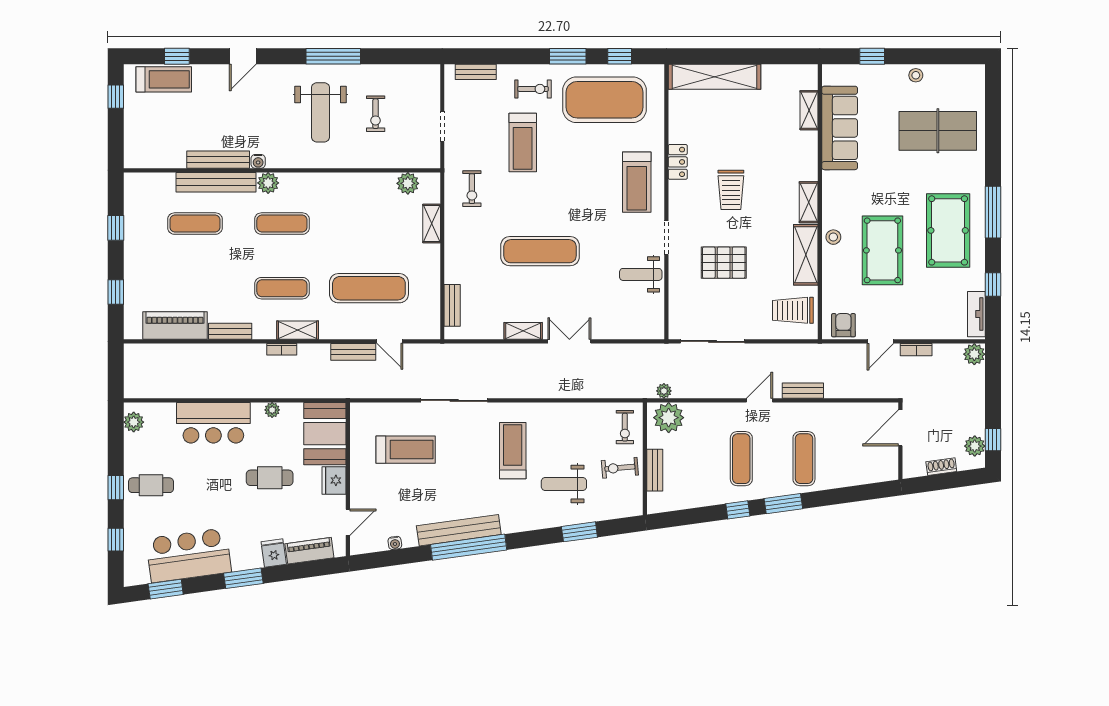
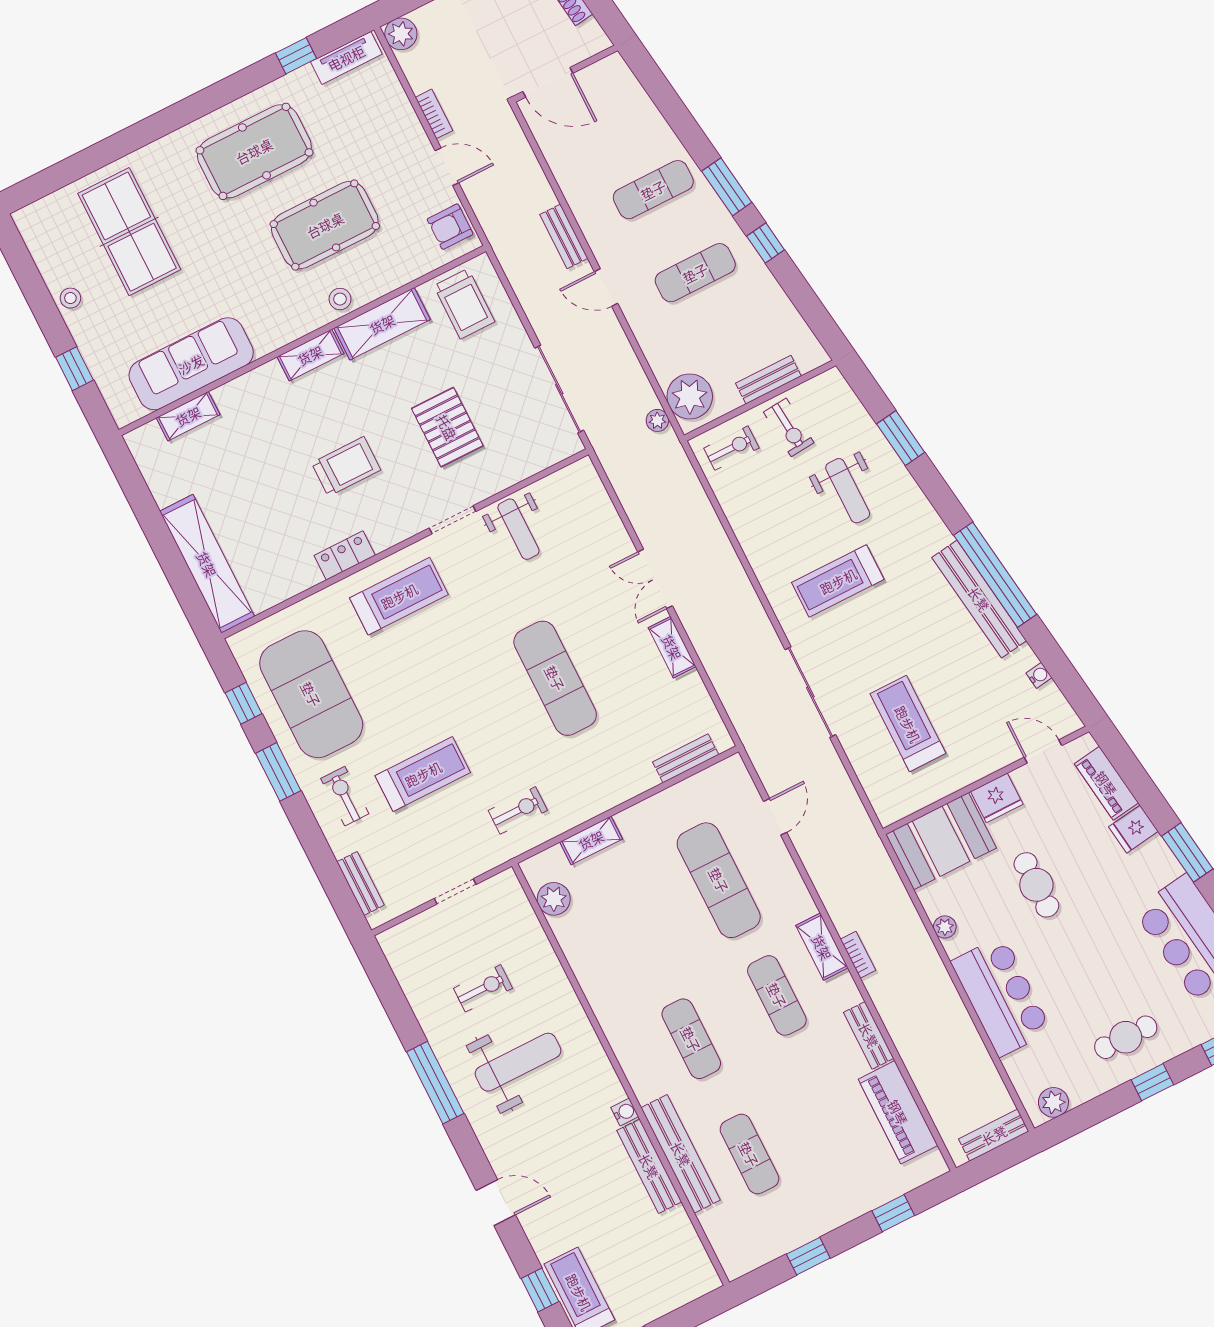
plant: (268, 183) -> (647, 1084), removed
window: (993, 212) -> (200, 104), removed
bench: (353, 352) -> (994, 1135), moved, turned 90
cafe table: (151, 485) -> (1126, 1037), turned 90

